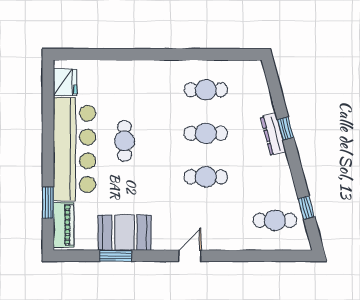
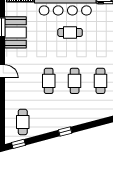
window: (285, 128) -> (65, 132), moved
dresser: (273, 134) -> (74, 121), removed
window: (306, 208) -> (18, 144), moved

